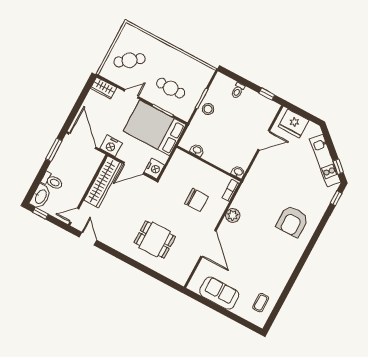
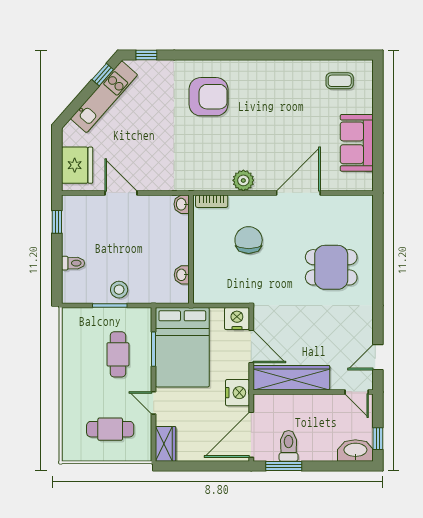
cafe table: (130, 60) -> (110, 429), turned -53
toilet: (52, 181) -> (289, 446), moved
dining table: (155, 240) -> (331, 267), turned 90

